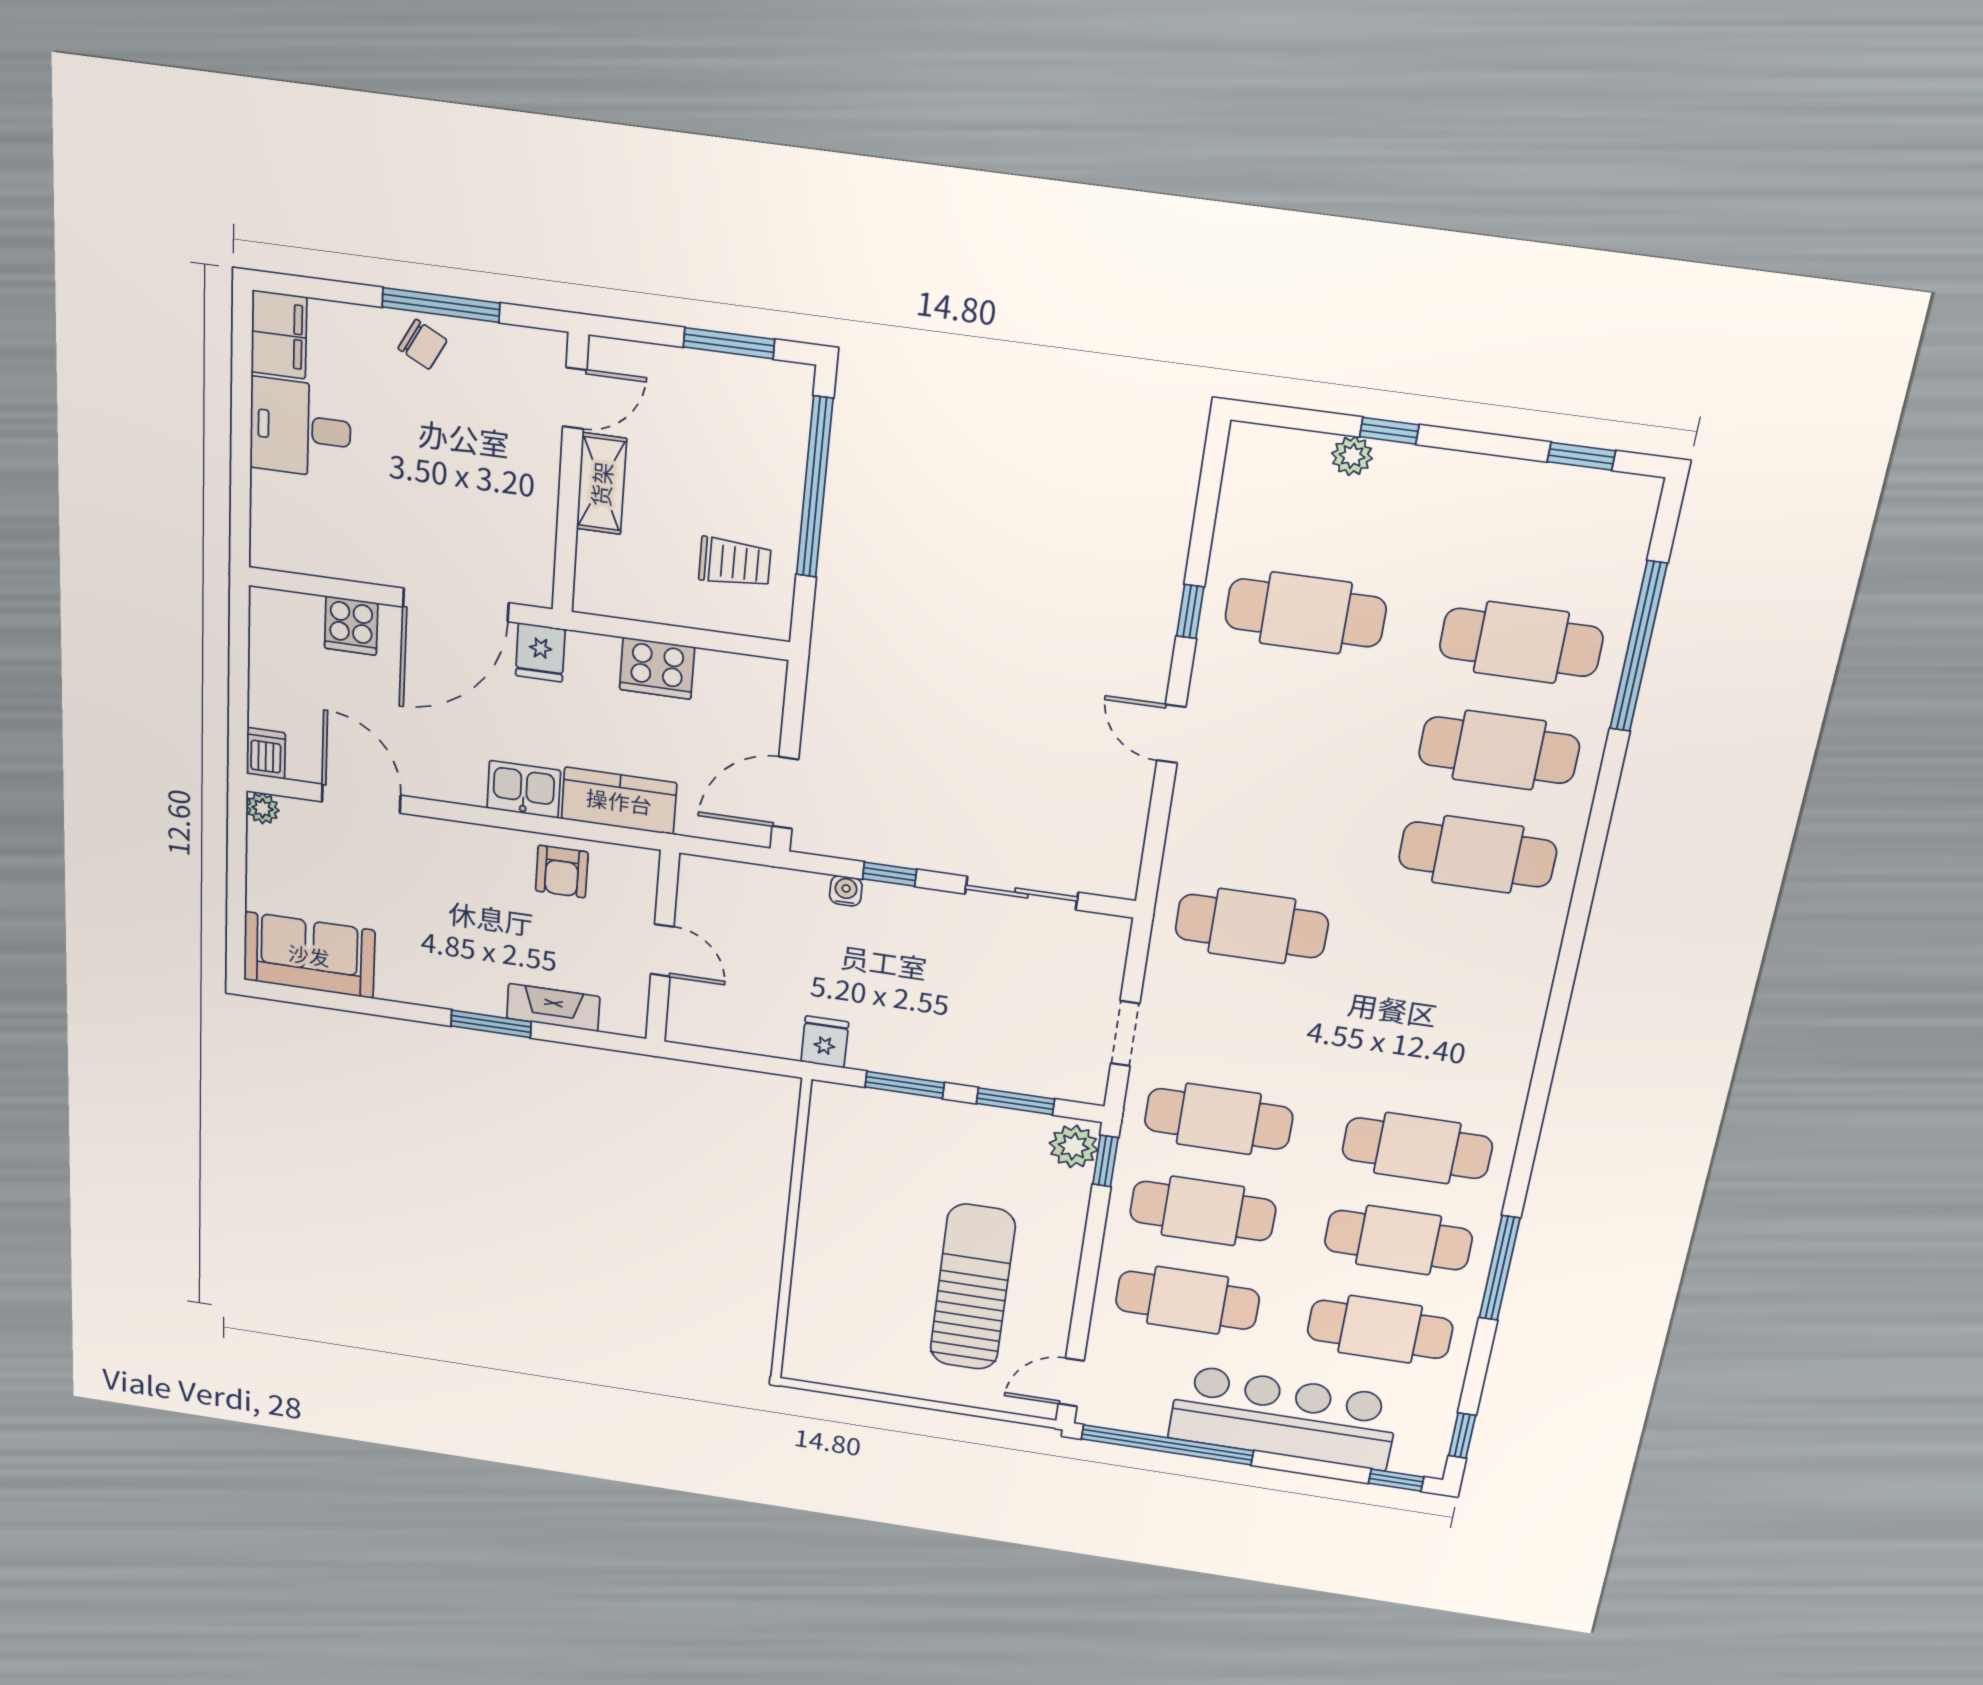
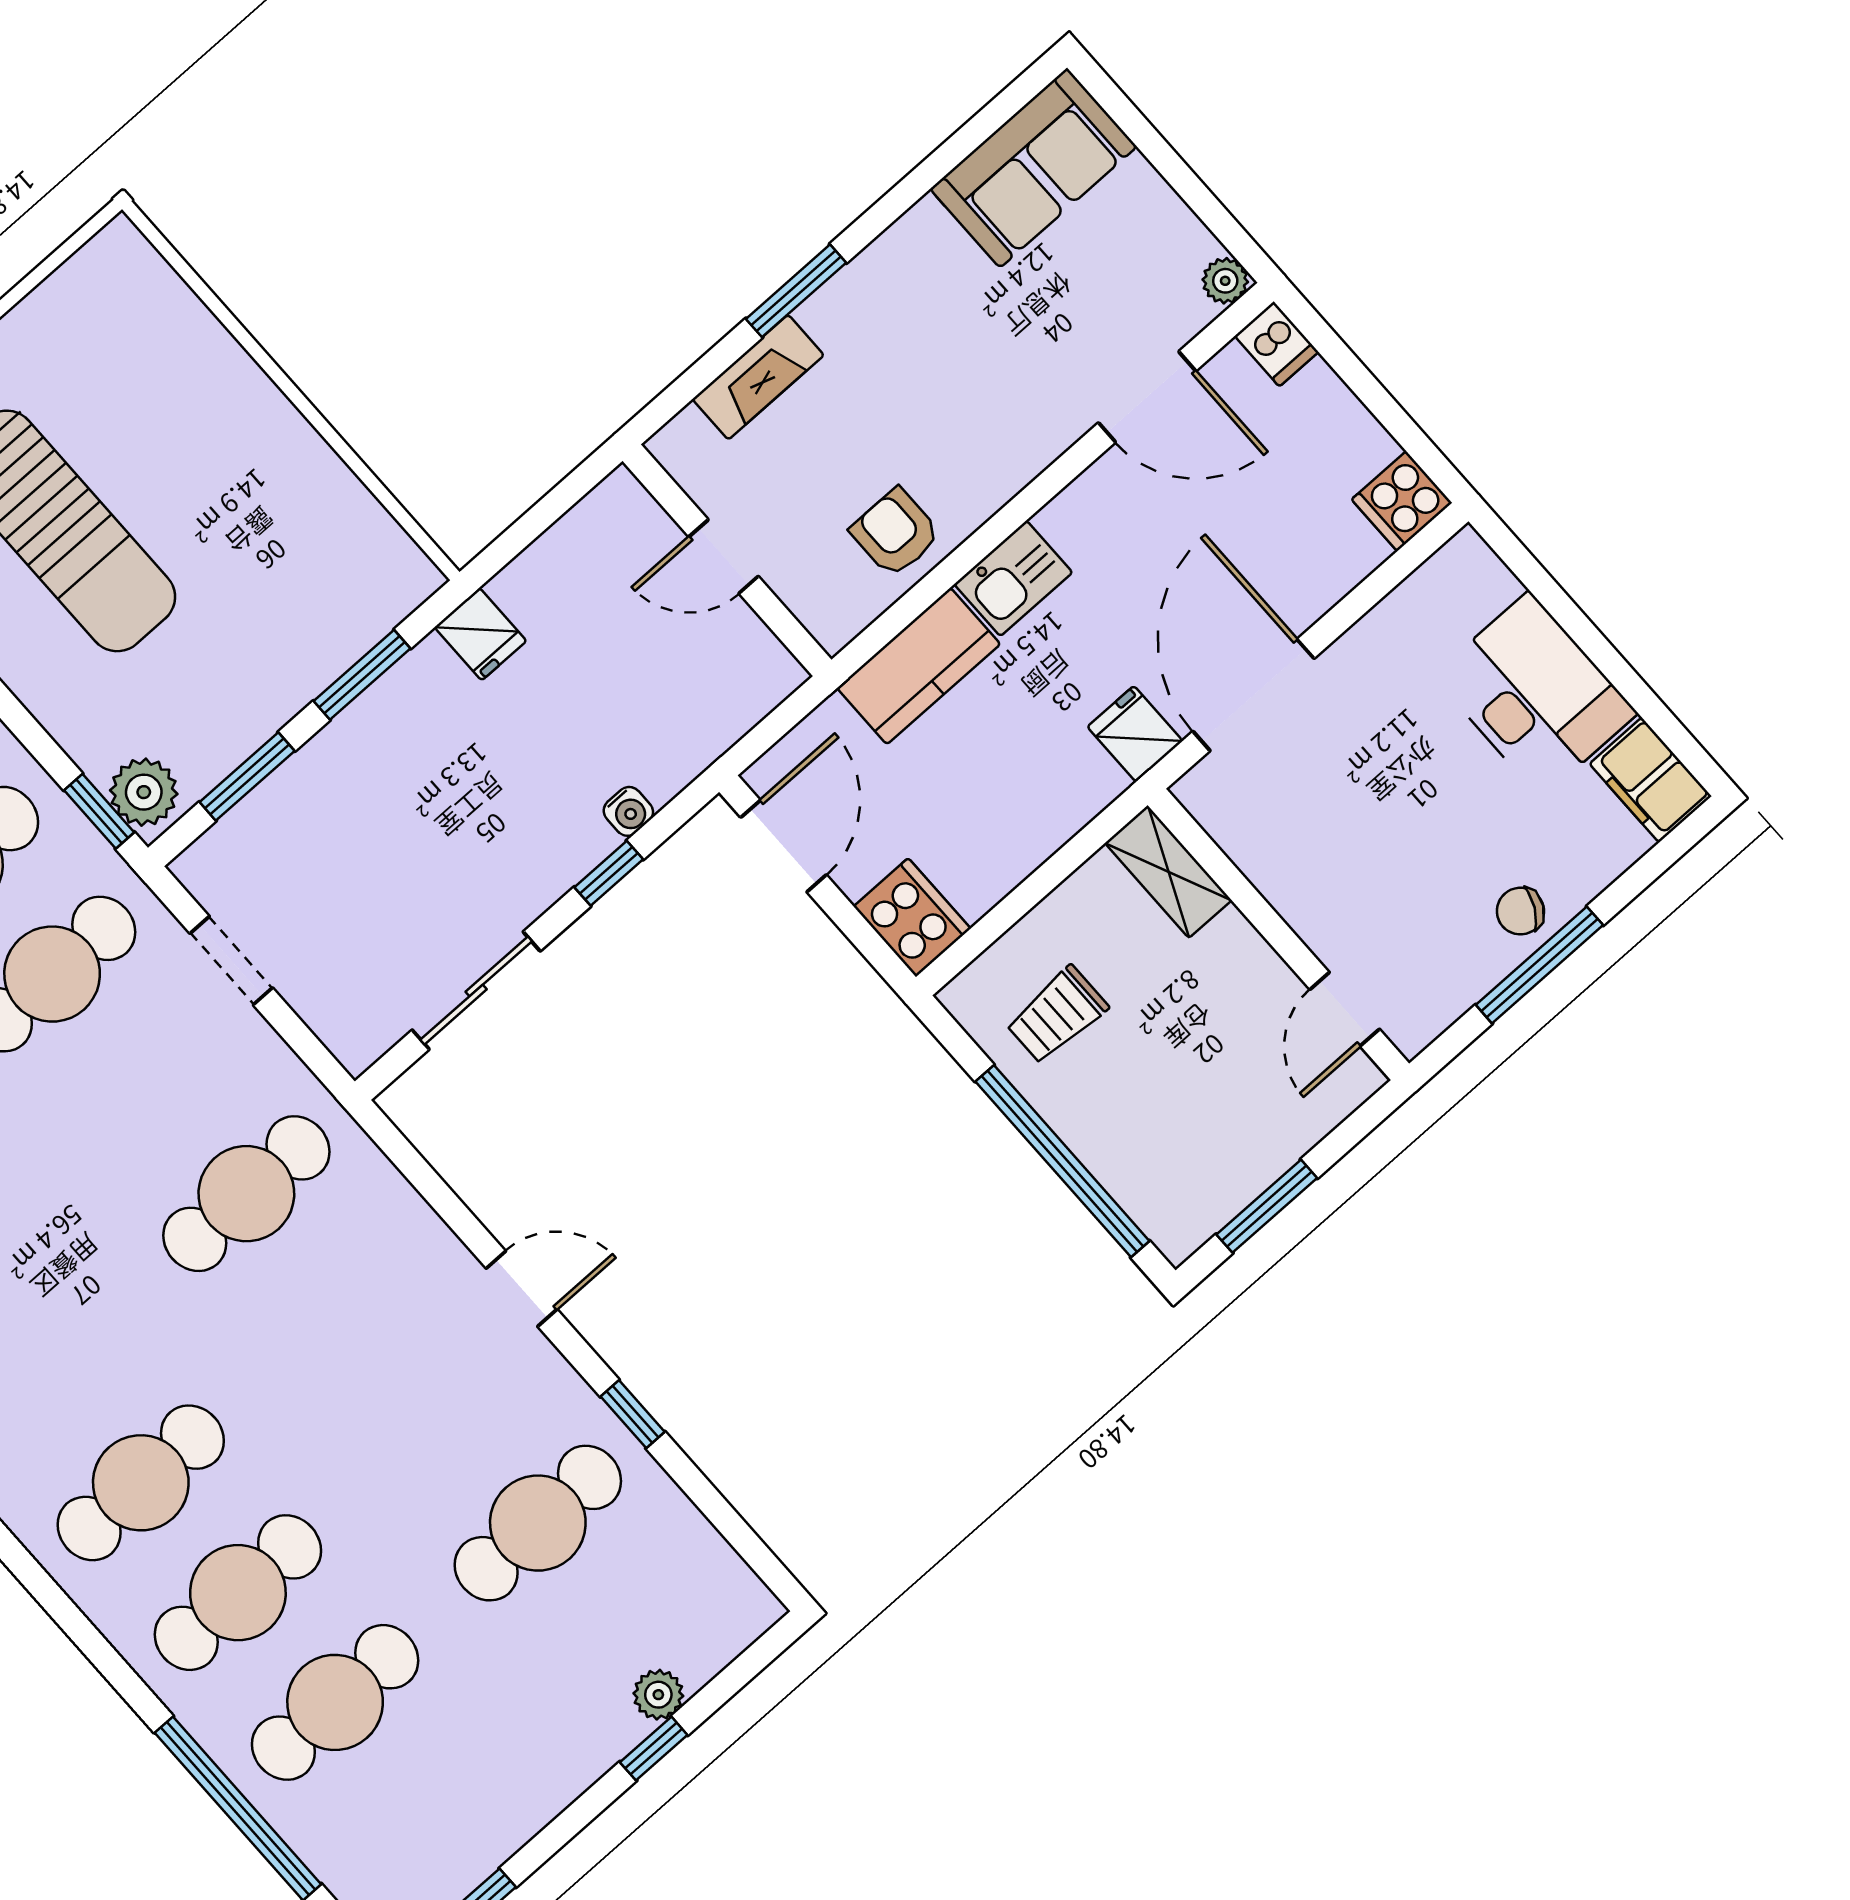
desk: (300, 428) -> (1535, 695), width x1.37
shelving: (601, 484) -> (1168, 872), moved
cooker: (351, 626) -> (1402, 501), moved, turned -90
cooker: (657, 668) -> (912, 918), moved, turned 90

